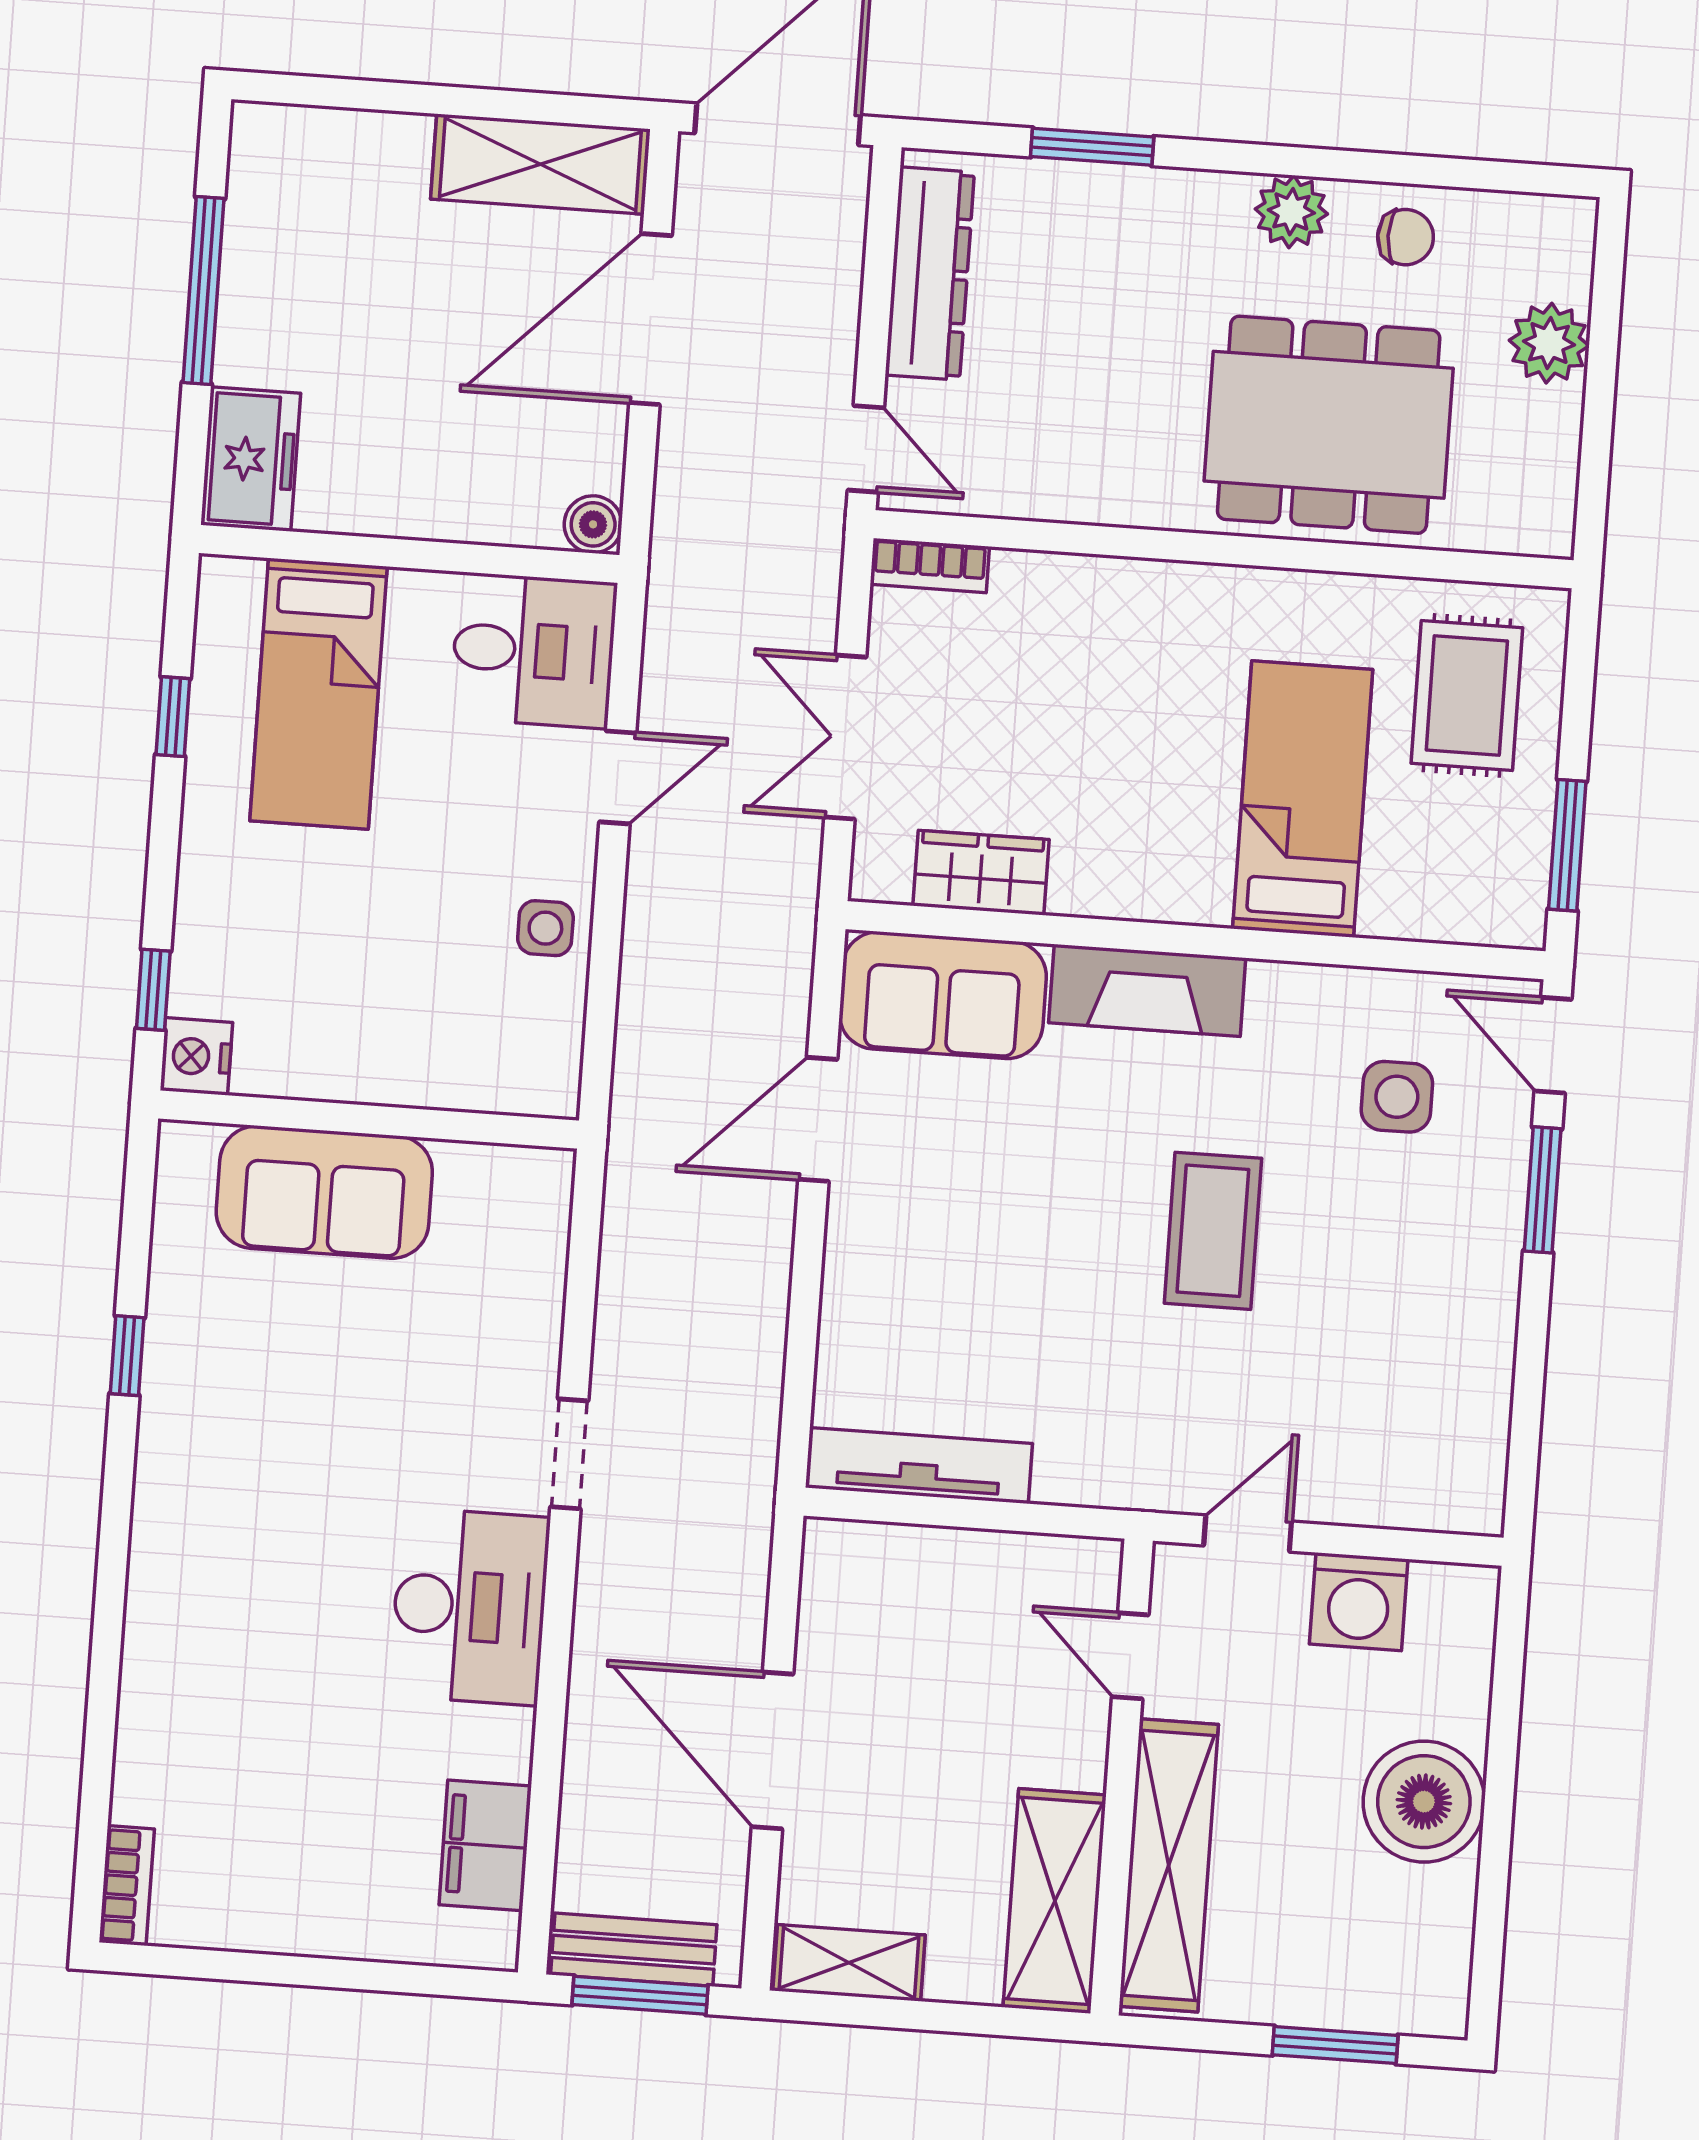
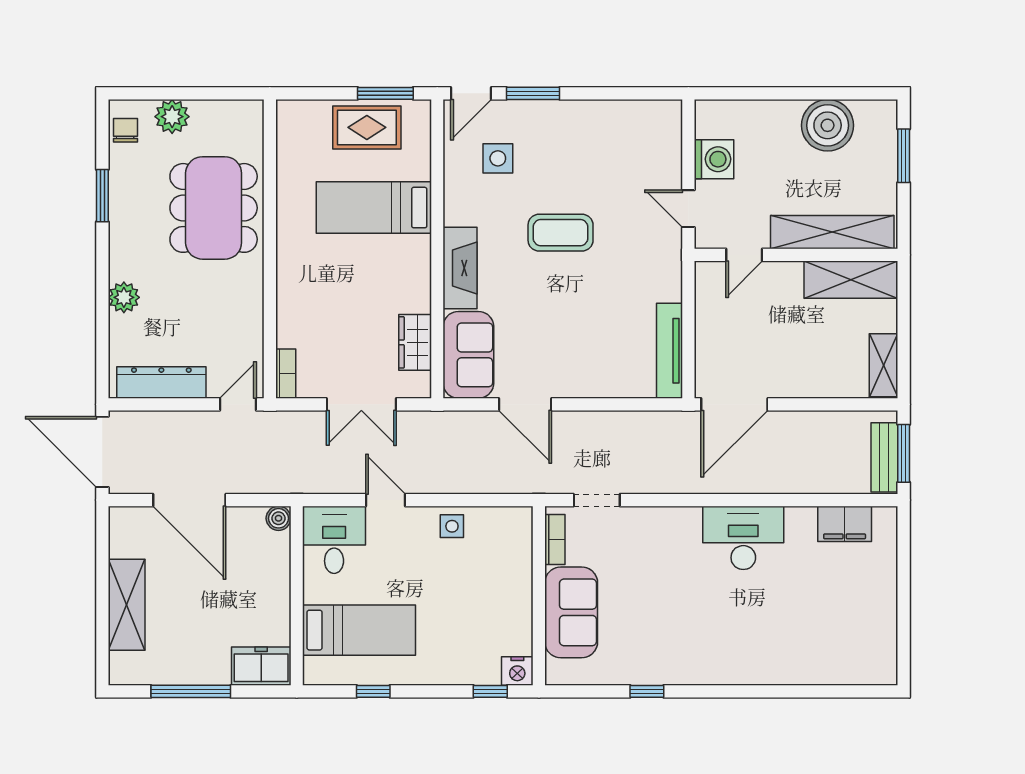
window: (1092, 147) -> (102, 196), moved
shelving: (540, 164) -> (127, 605), moved
plant: (1291, 212) -> (124, 297), moved
chair: (1406, 237) -> (125, 130), moved
rug: (1467, 695) -> (367, 127), moved
doorway: (569, 1454) -> (597, 500), moved
door: (773, 1750) -> (734, 404), moved
boiler: (1424, 1802) -> (828, 125), moved
bookcase: (127, 1886) -> (555, 539), moved, turned 90

